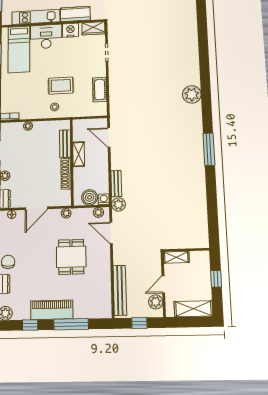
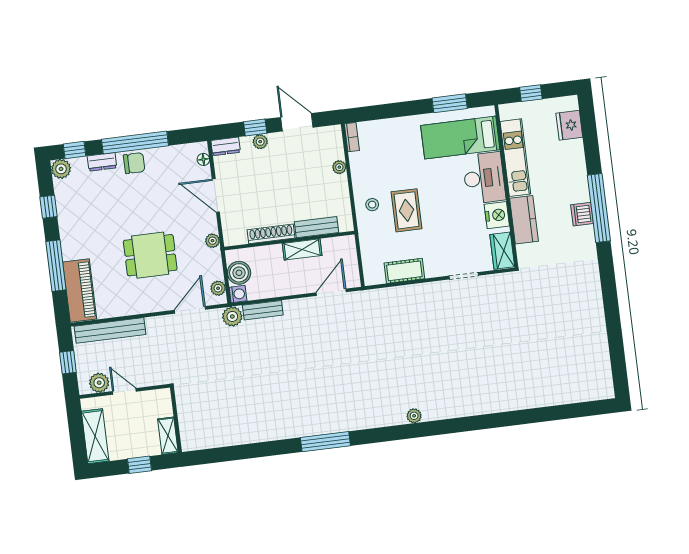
plant: (192, 94) -> (414, 416), width x0.53, depth x0.53
shelving: (176, 257) -> (168, 436), moved
piano: (52, 310) -> (80, 290), moved

